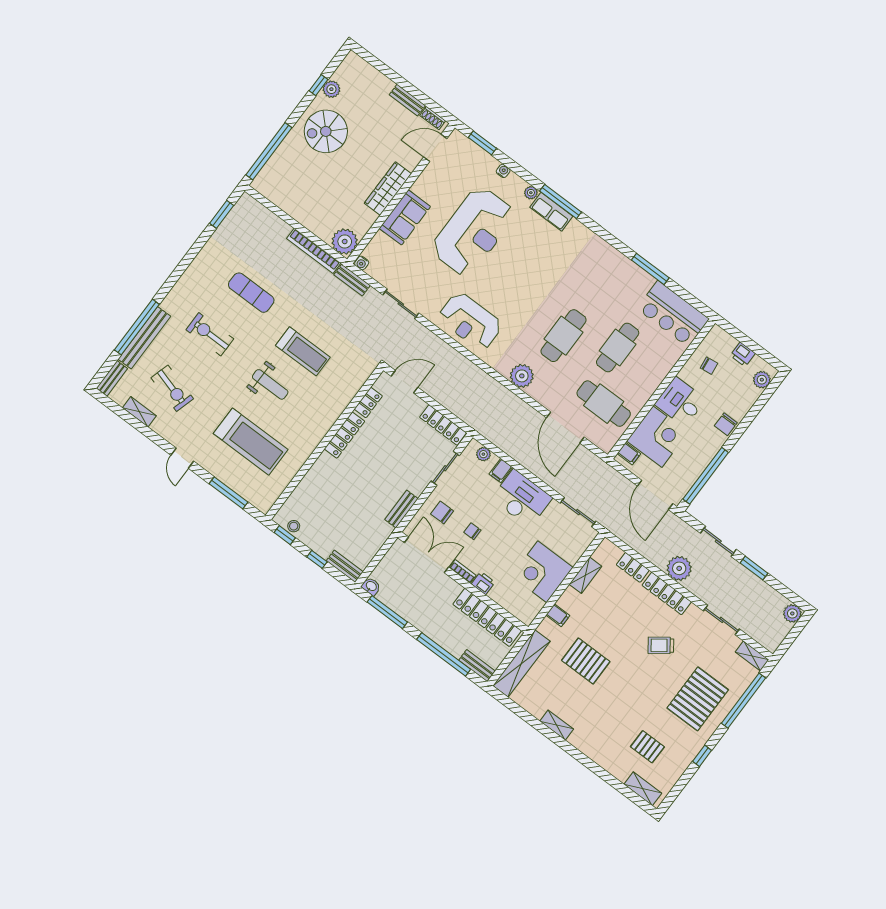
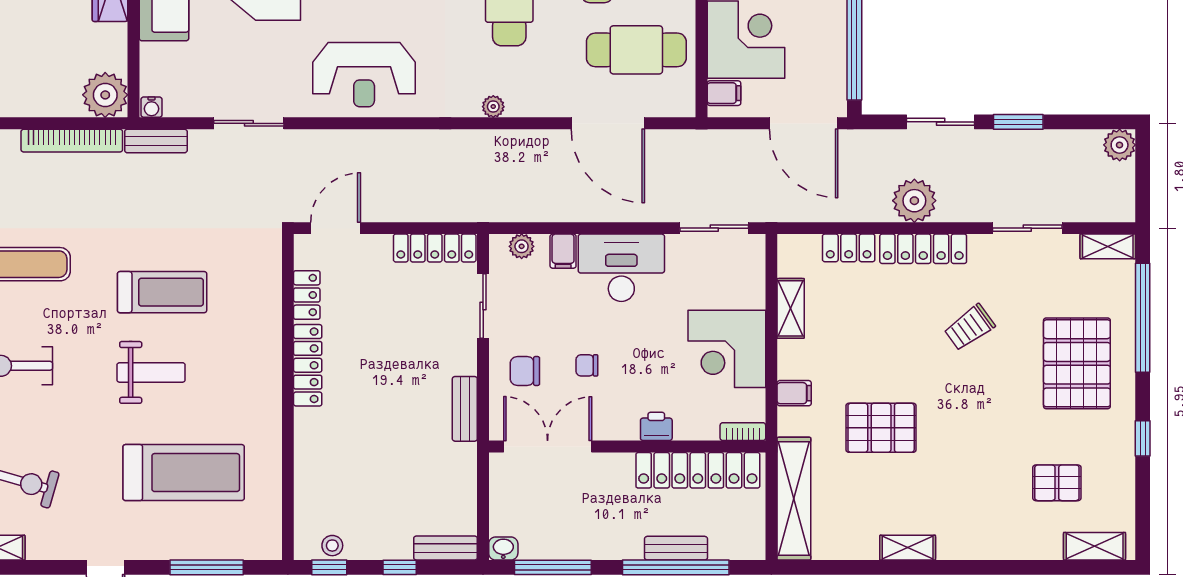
plant: (522, 376) -> (493, 107), width x0.53, depth x0.53
bookcase: (463, 571) -> (743, 432), moved
bench: (477, 666) -> (676, 548), moved

